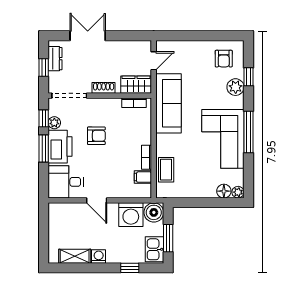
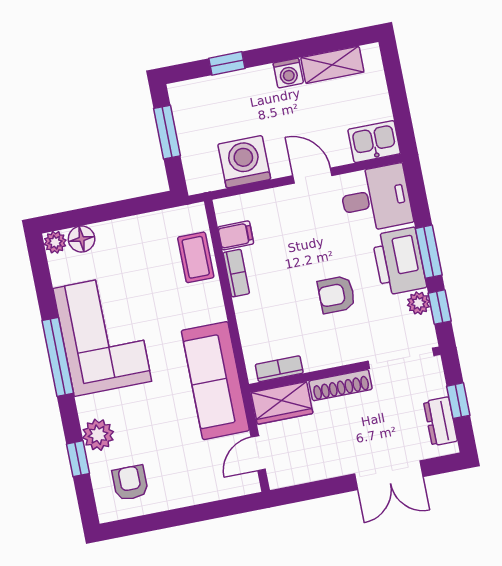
shoe rack: (104, 88) -> (341, 385), width x1.43
boiler: (154, 212) -> (203, 174), removed
kitchen sink: (154, 249) -> (374, 142), moved, turned -90

